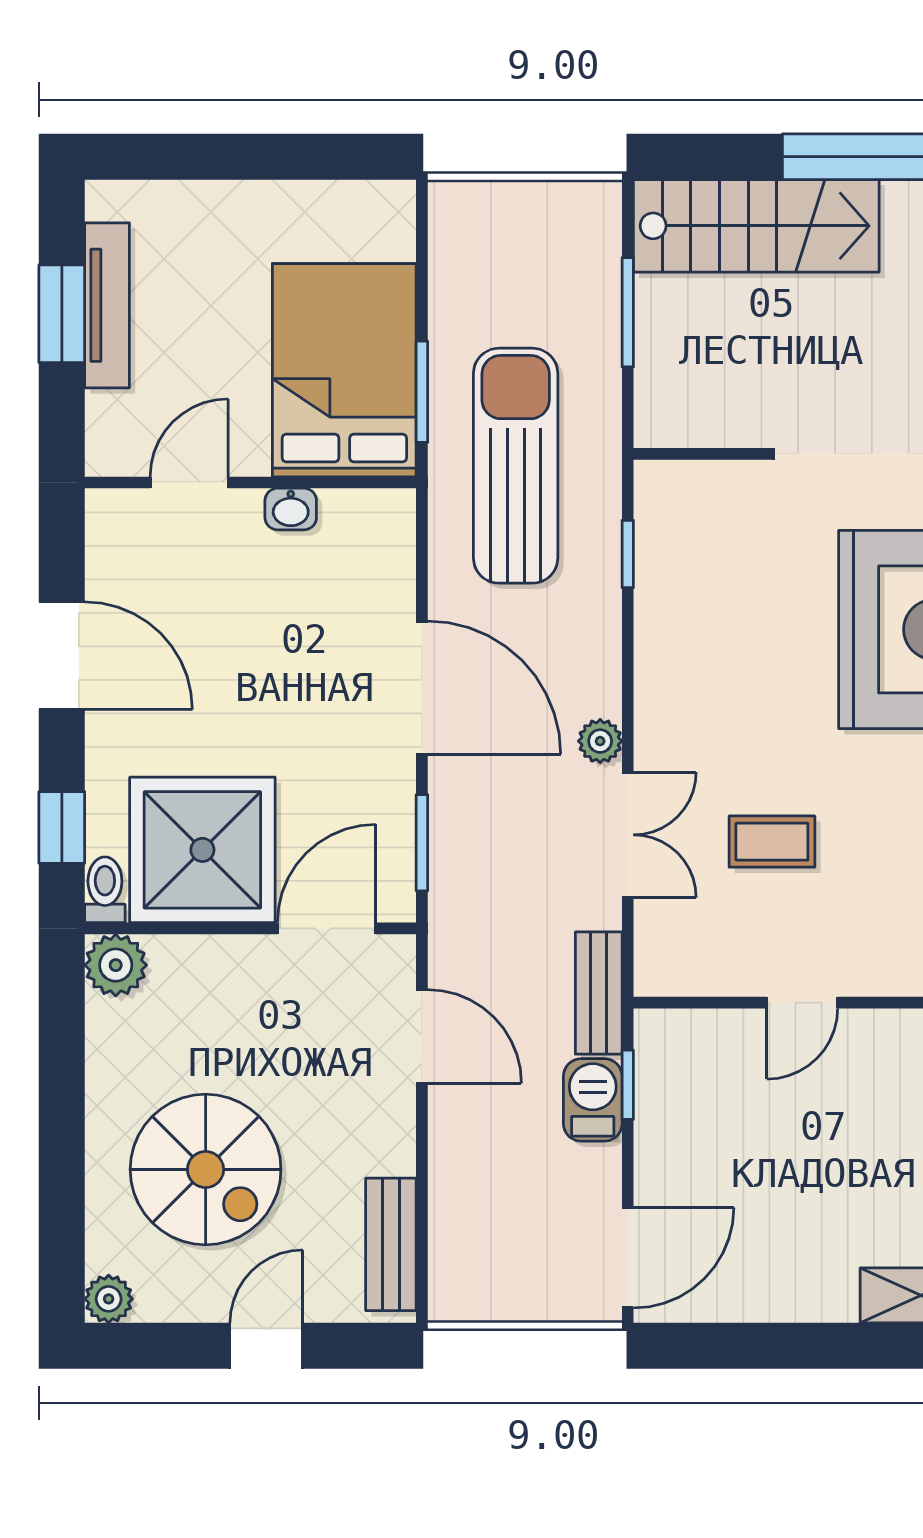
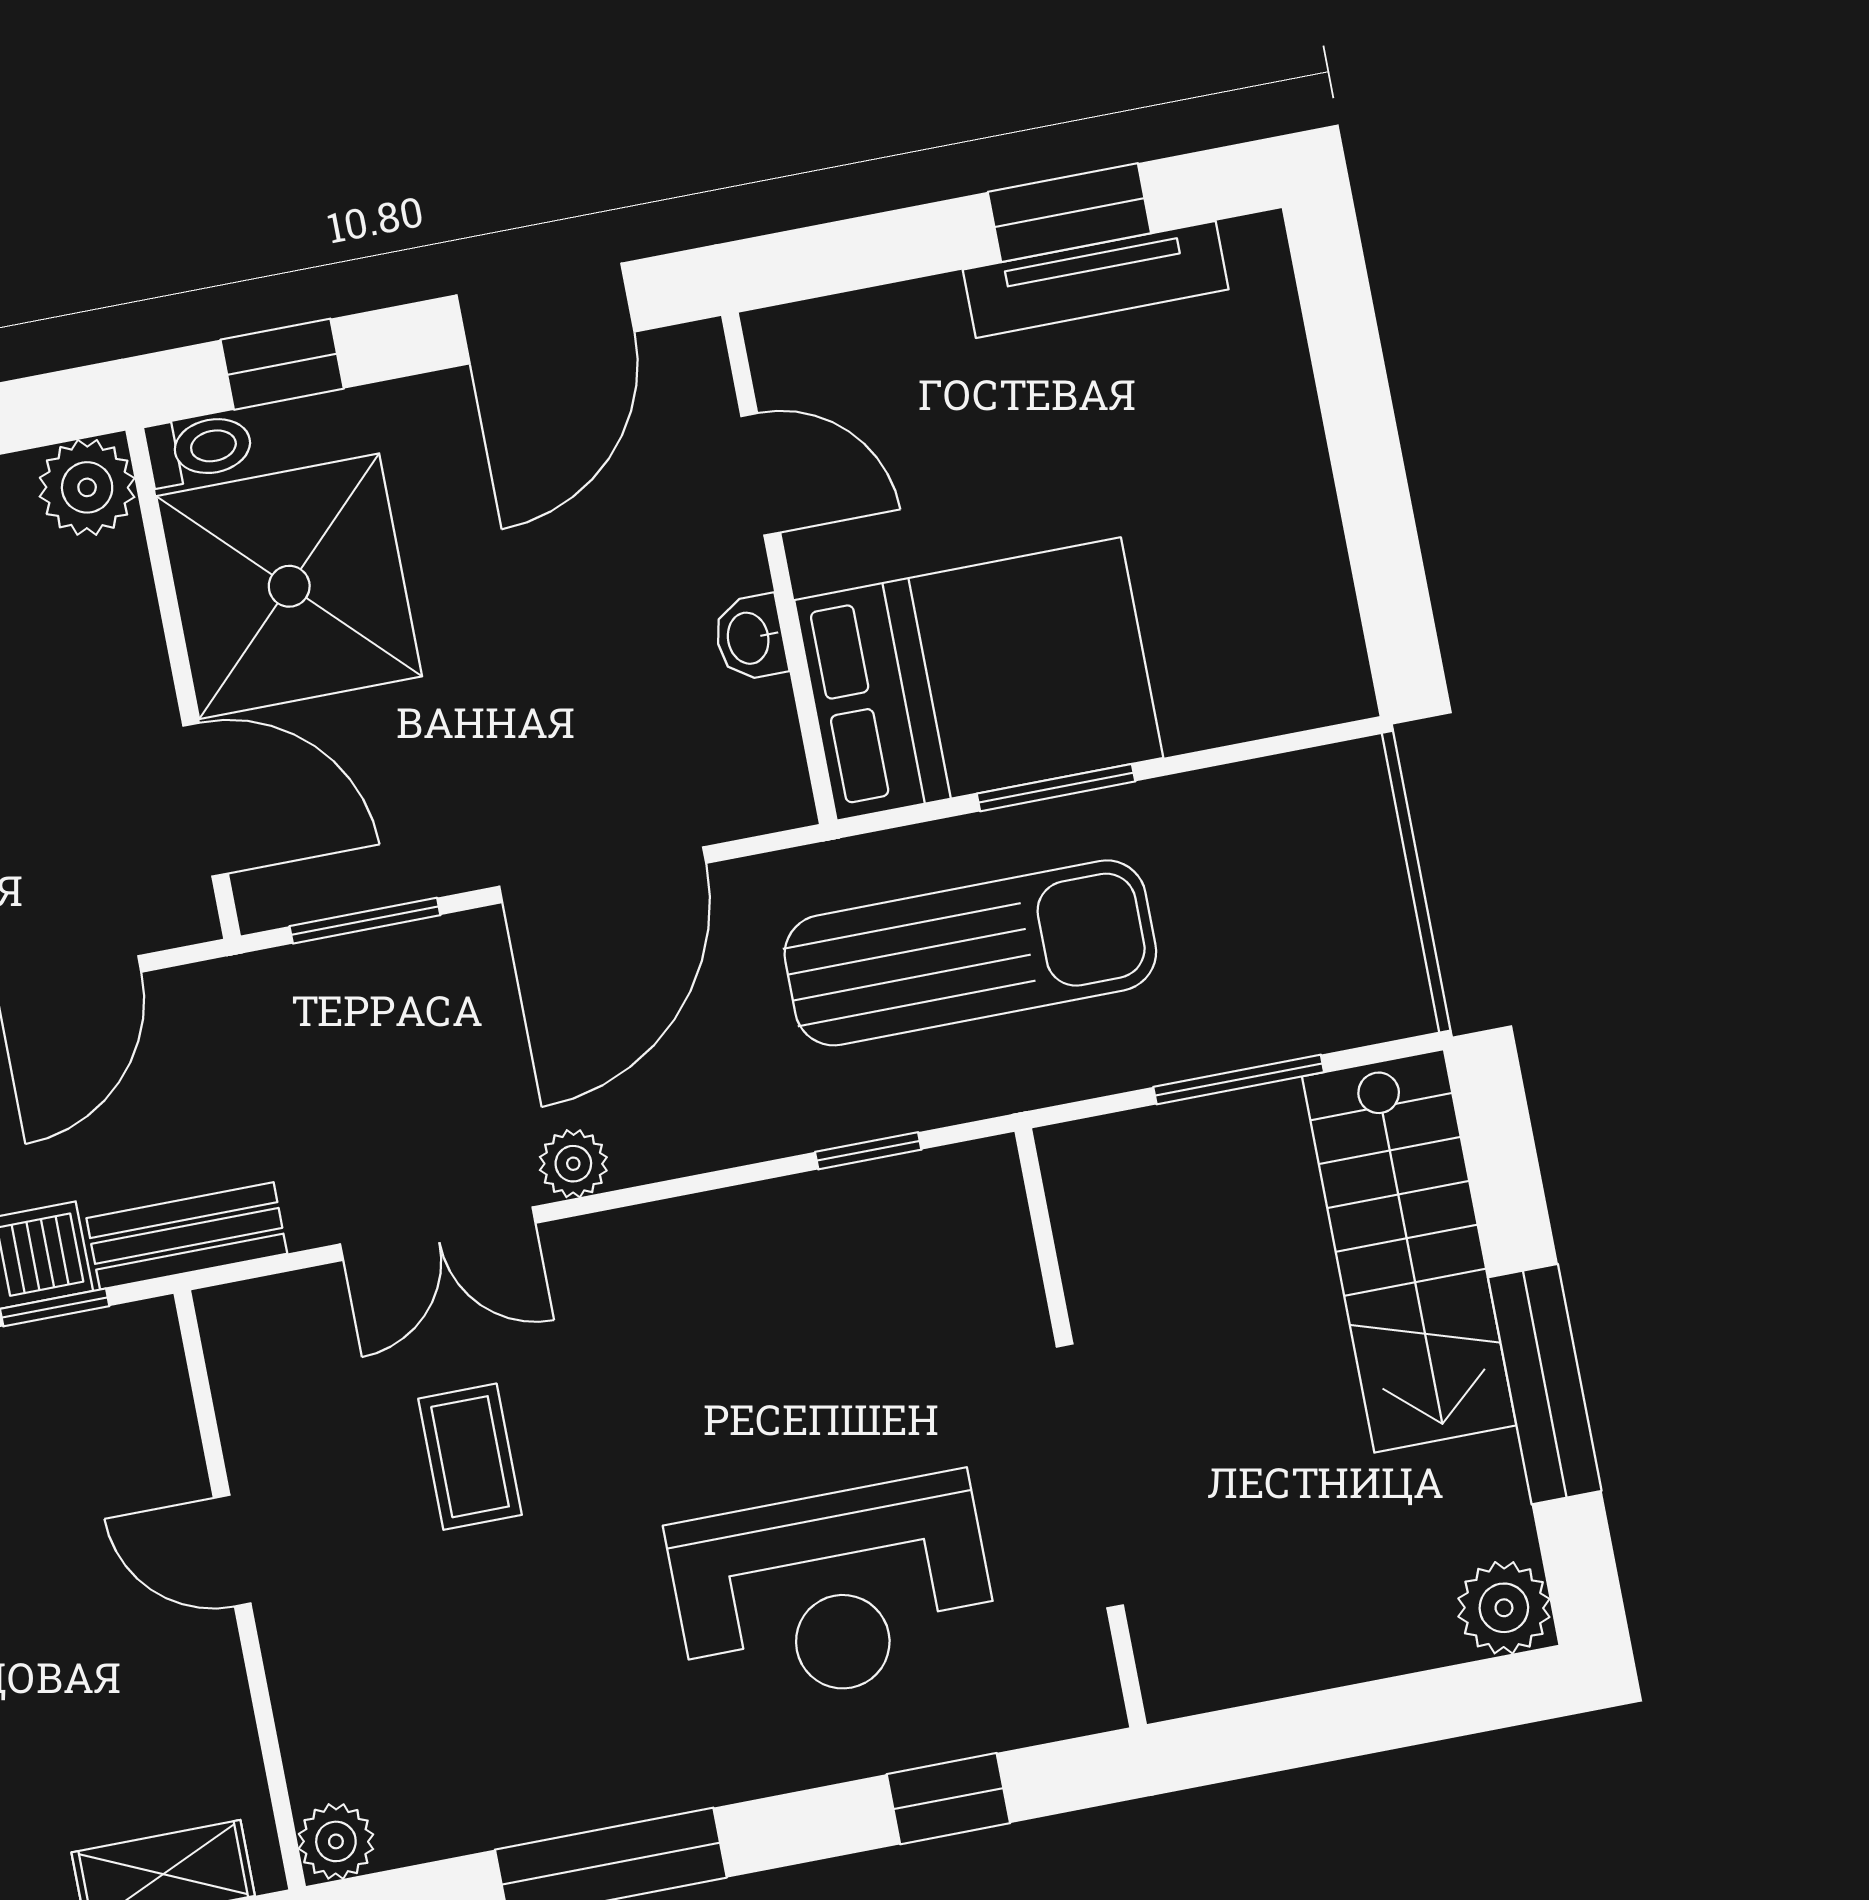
bed: (344, 370) -> (979, 679), moved
door: (189, 482) -> (761, 474), moved
wall: (250, 482) -> (779, 568), moved
washbasin: (291, 509) -> (750, 638), moved

